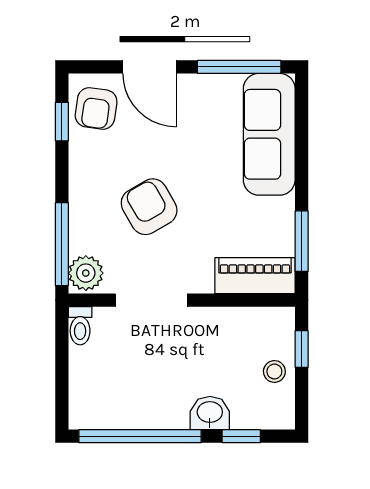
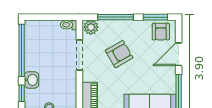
armchair: (96, 108) -> (161, 32), turned -98
window: (62, 122) -> (155, 17), width x1.50
window: (62, 244) -> (116, 17), moved

